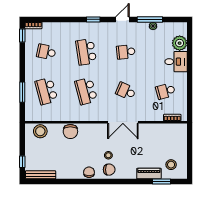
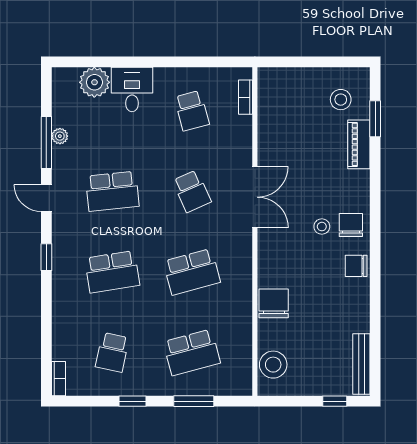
window: (22, 36) -> (133, 401), moved
school desk: (126, 52) -> (112, 191), width x1.85
school desk: (126, 91) -> (192, 191), turned -48
chair: (70, 131) -> (274, 303), turned -90

